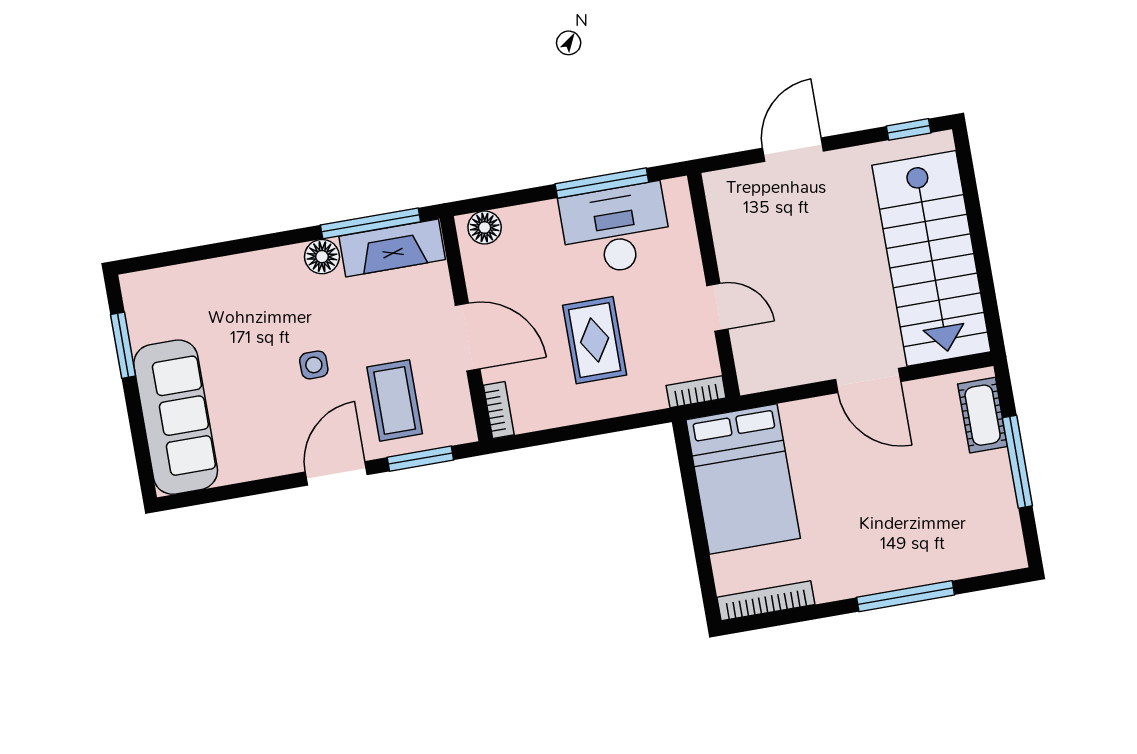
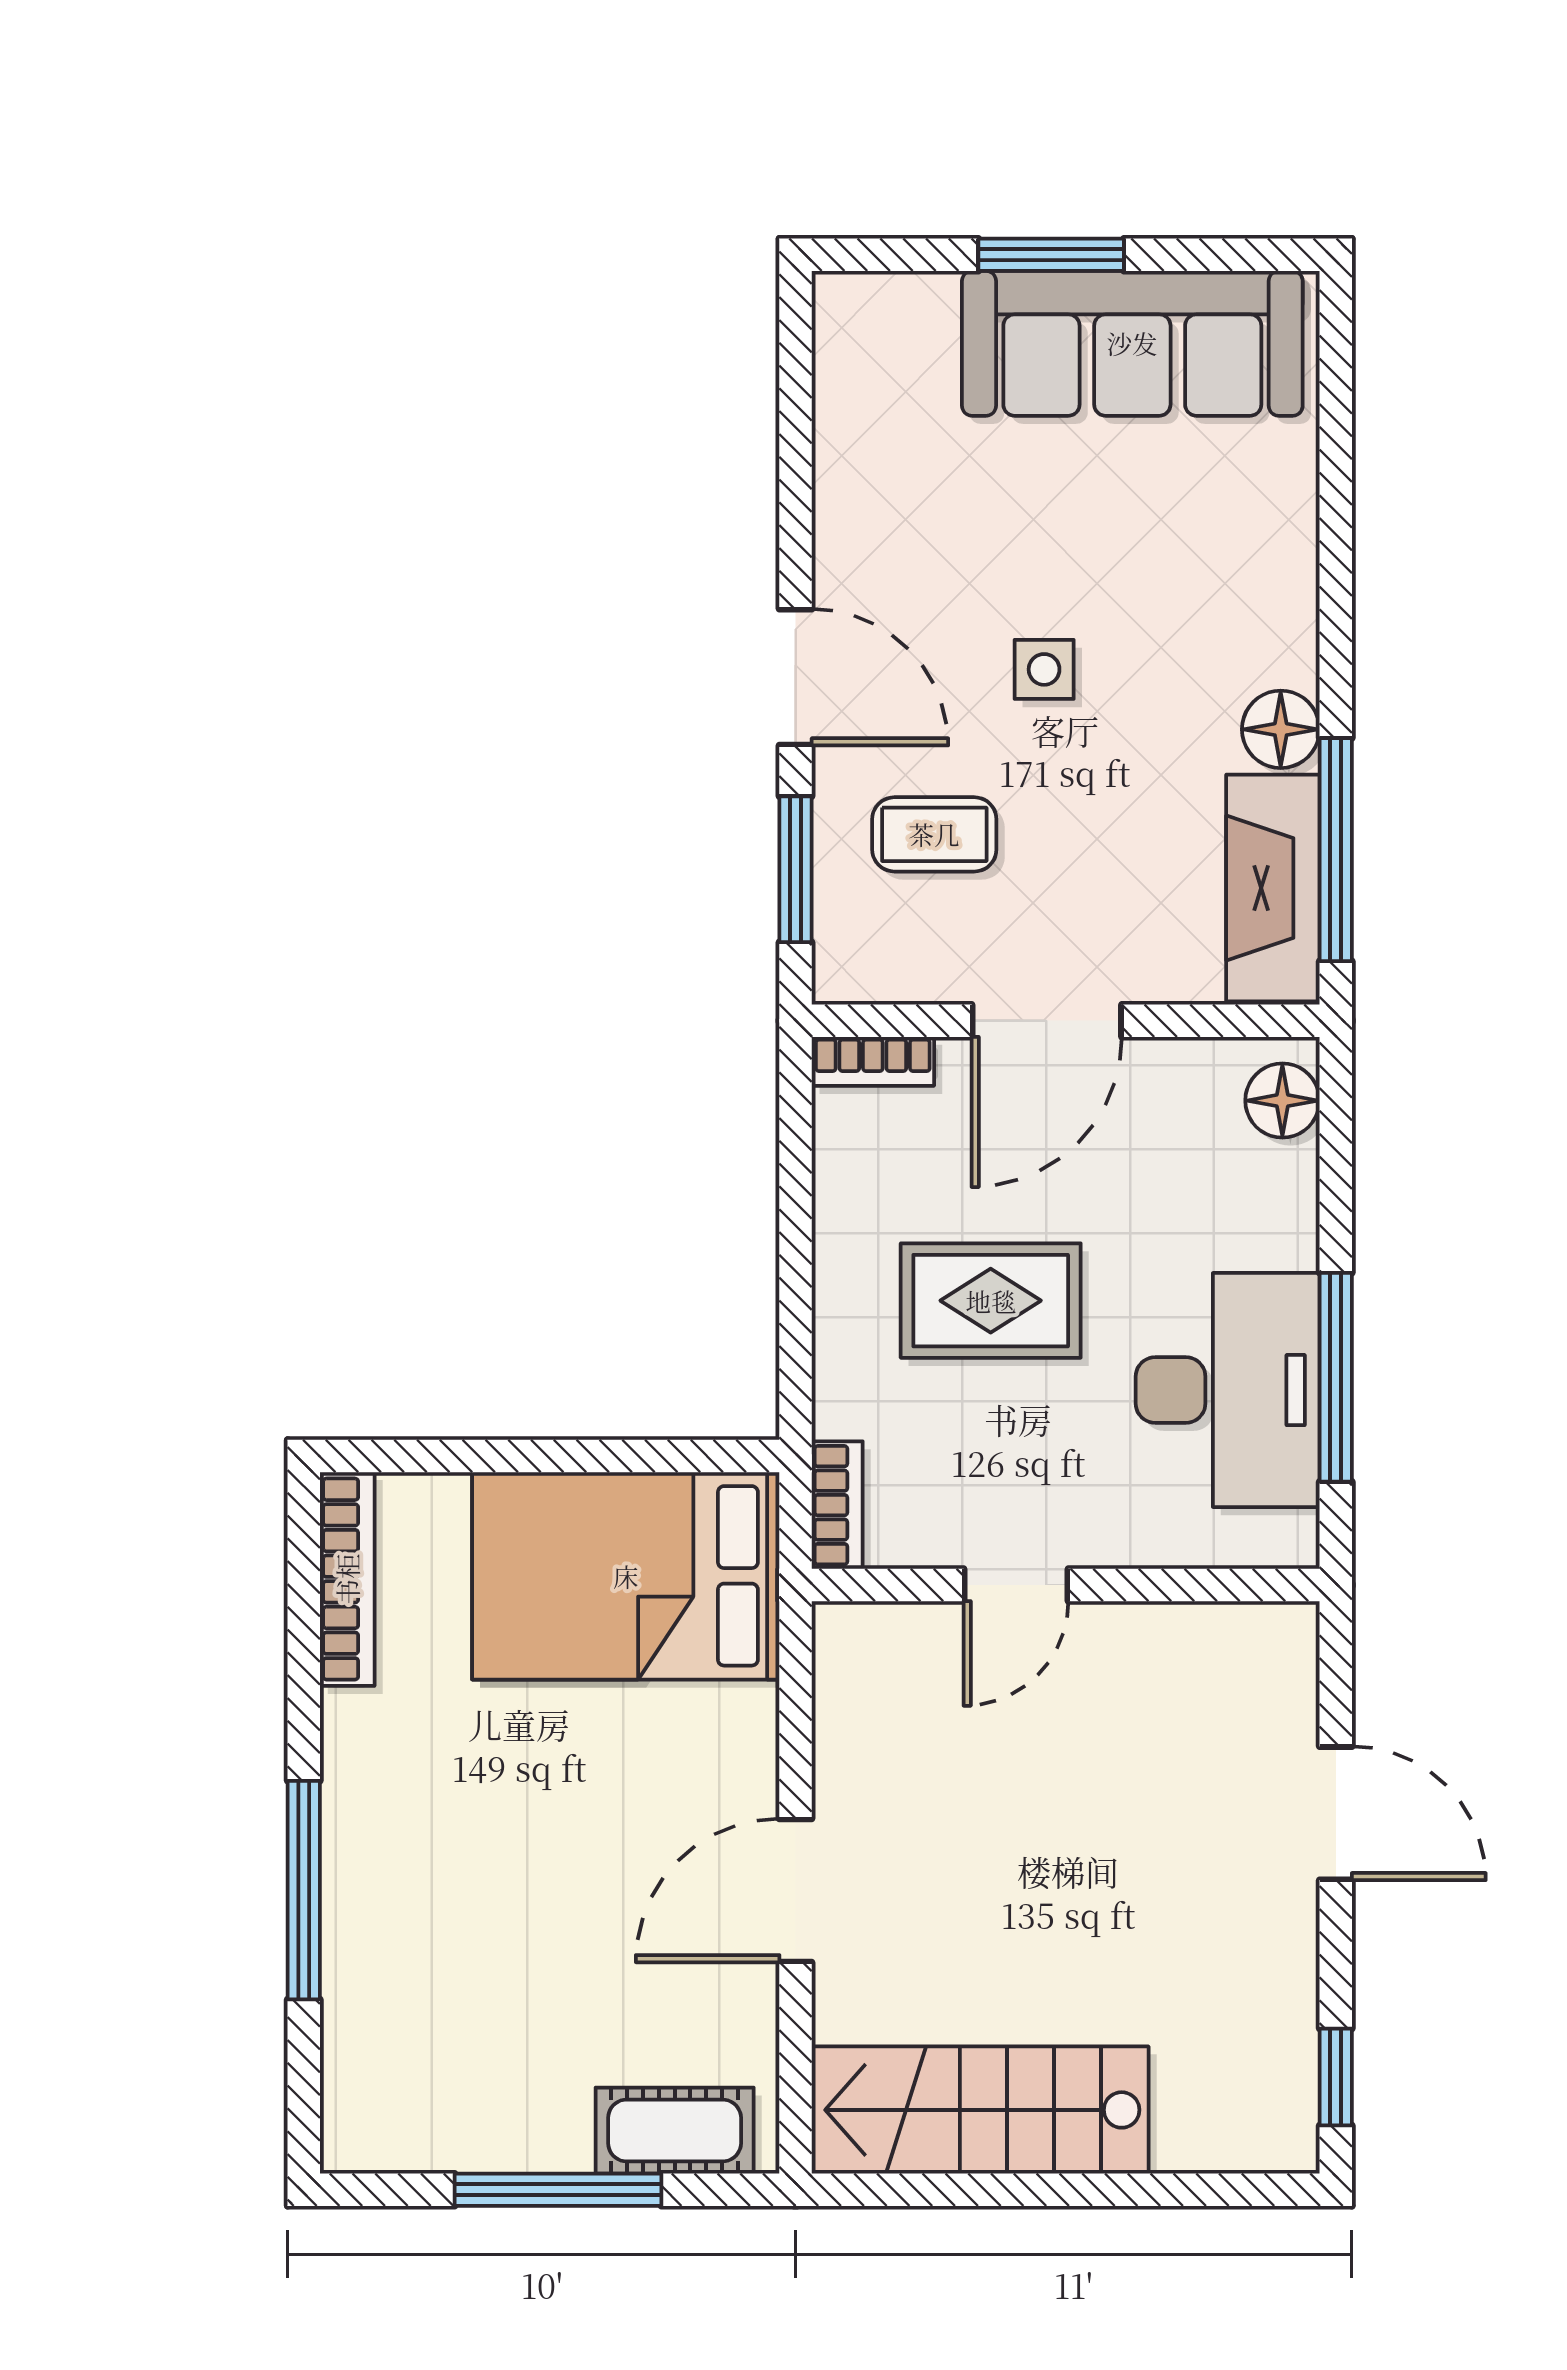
stairs: (931, 258) -> (980, 2110), width x0.73, depth x0.66
window: (123, 345) -> (1051, 255), moved
coffee table: (395, 400) -> (934, 834), width x0.73, depth x0.77
sofa: (176, 417) -> (1132, 343), moved

